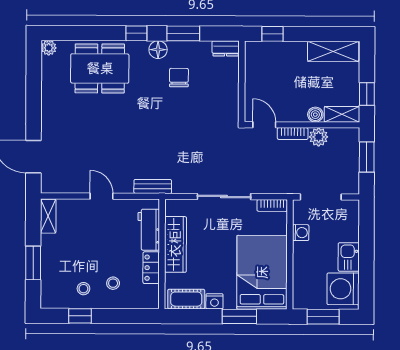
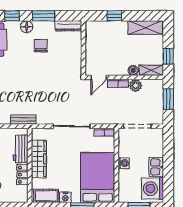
window: (273, 34) -> (115, 16), moved
dresser: (226, 48) -> (68, 26), width x1.44
door: (264, 125) -> (99, 77), swing flipped
washing machine: (301, 233) -> (124, 163), moved

